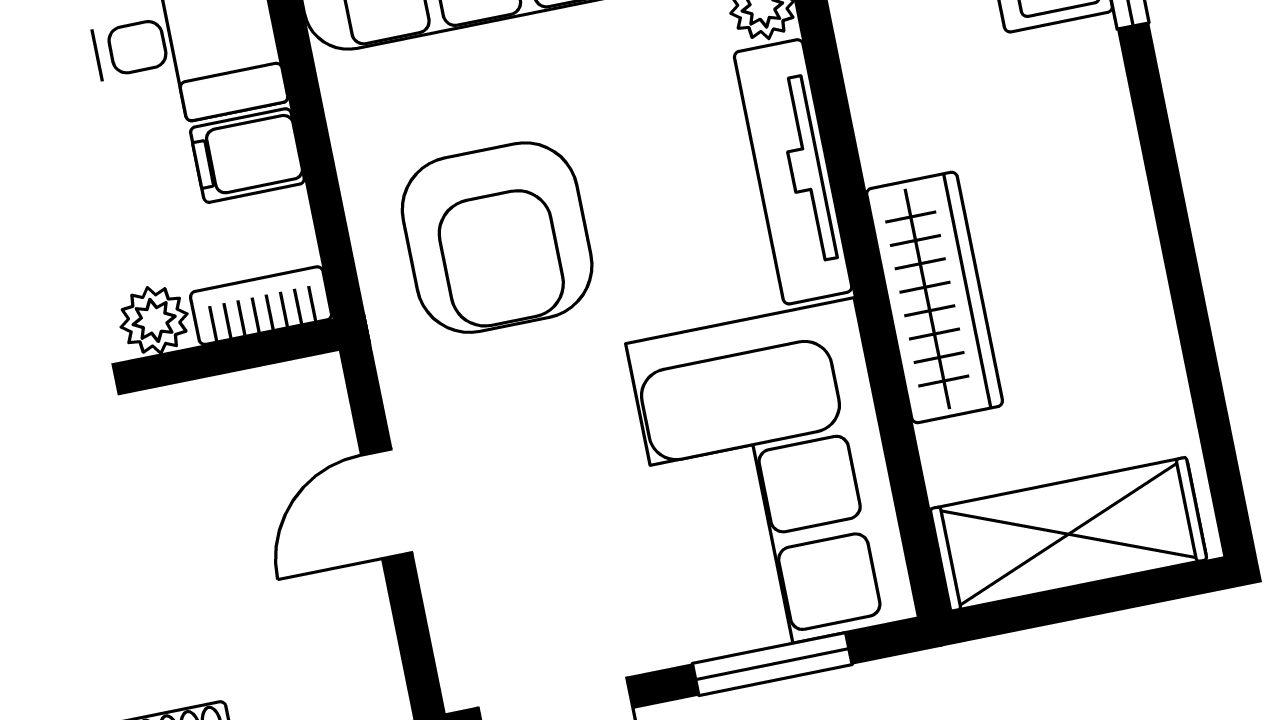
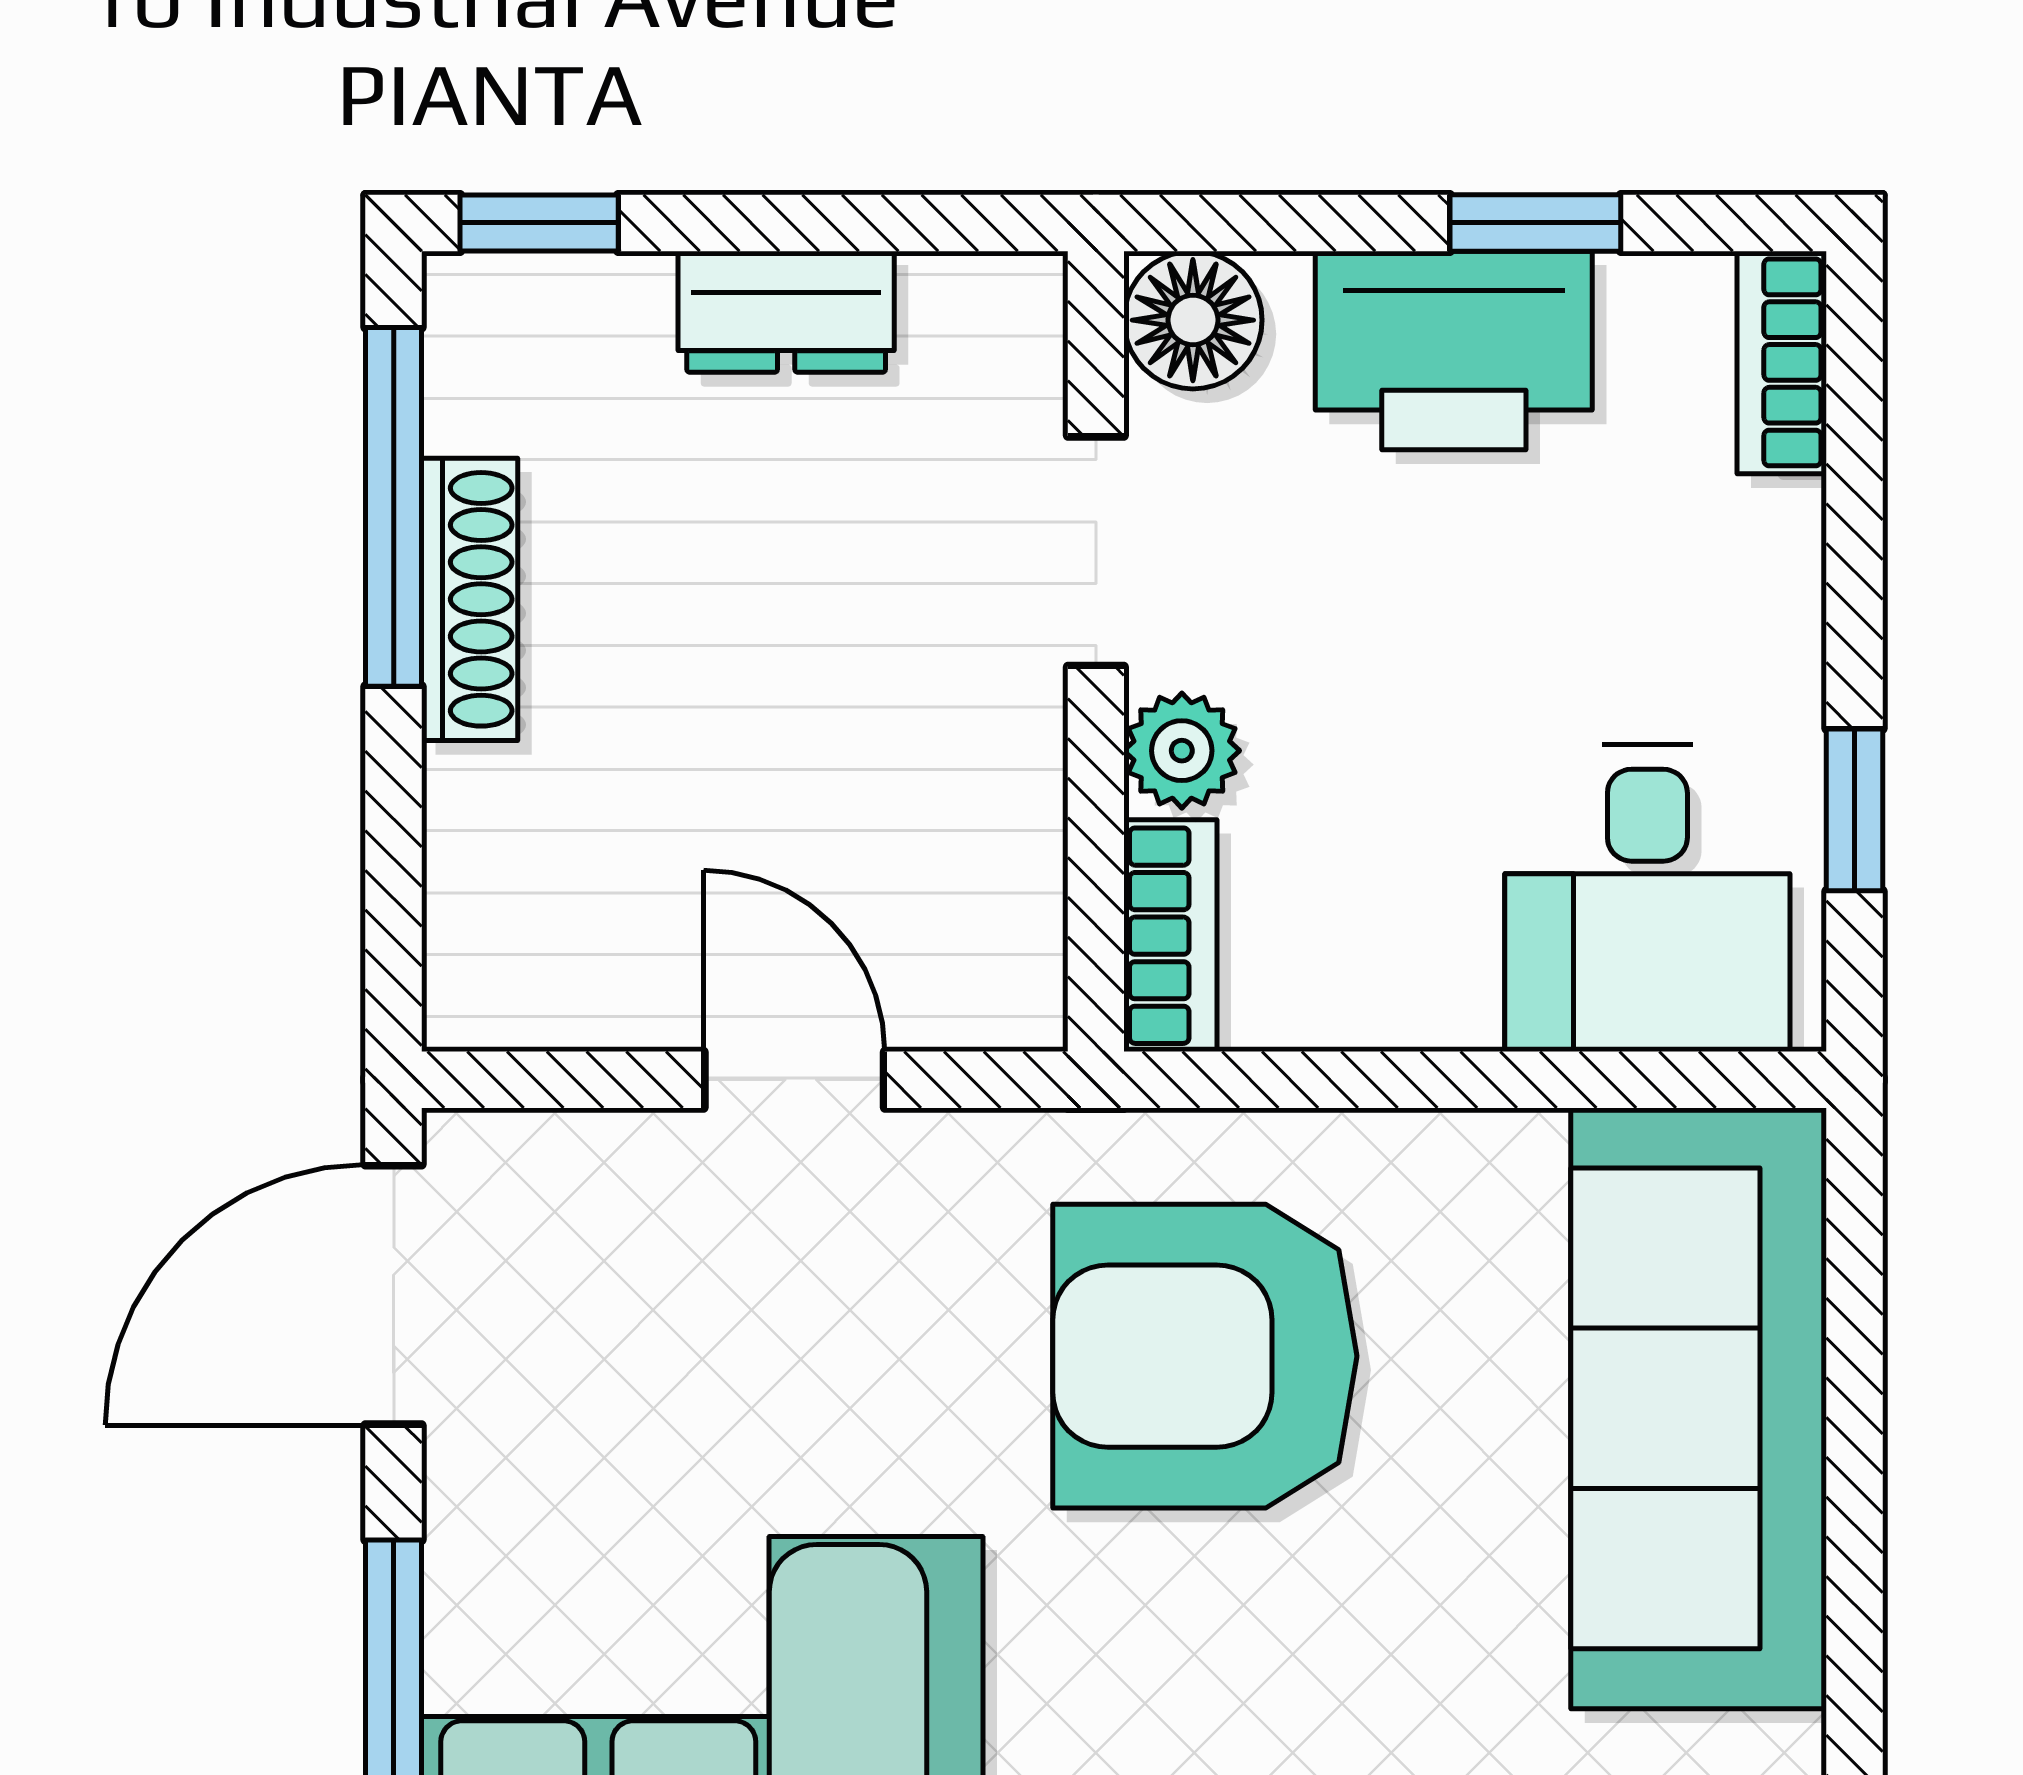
filing cabinet: (247, 156) -> (1428, 964), removed

